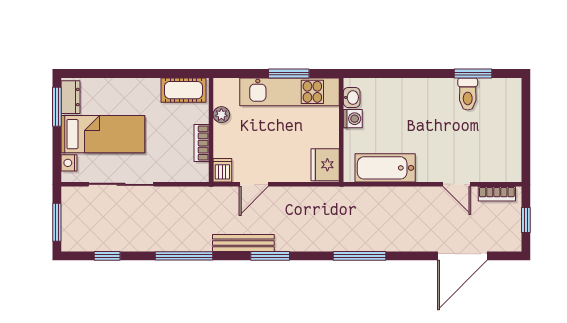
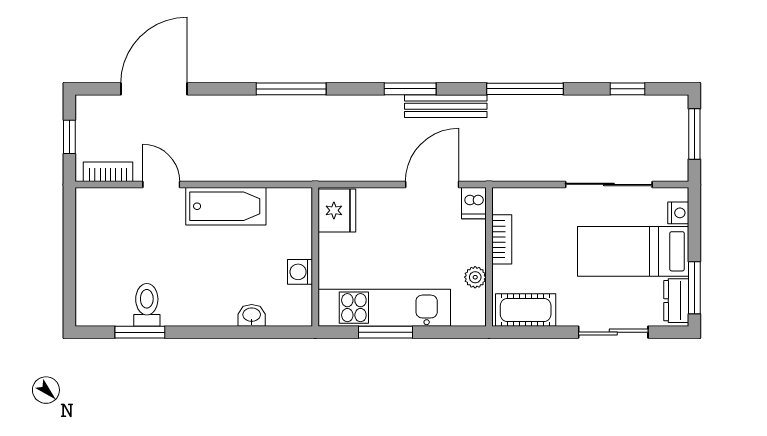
sliding door: (118, 74) -> (613, 332), added
washbasin: (352, 97) -> (252, 315), moved, turned 90
bathtub: (385, 168) -> (226, 206), moved
door: (254, 184) -> (432, 184), width x1.38

